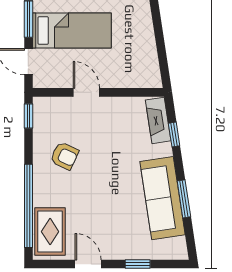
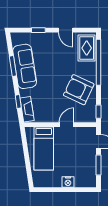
bed: (72, 31) -> (44, 149), moved, turned -90
door: (86, 92) -> (67, 125), swing flipped
armchair: (64, 156) -> (79, 90), width x1.88, depth x1.88

